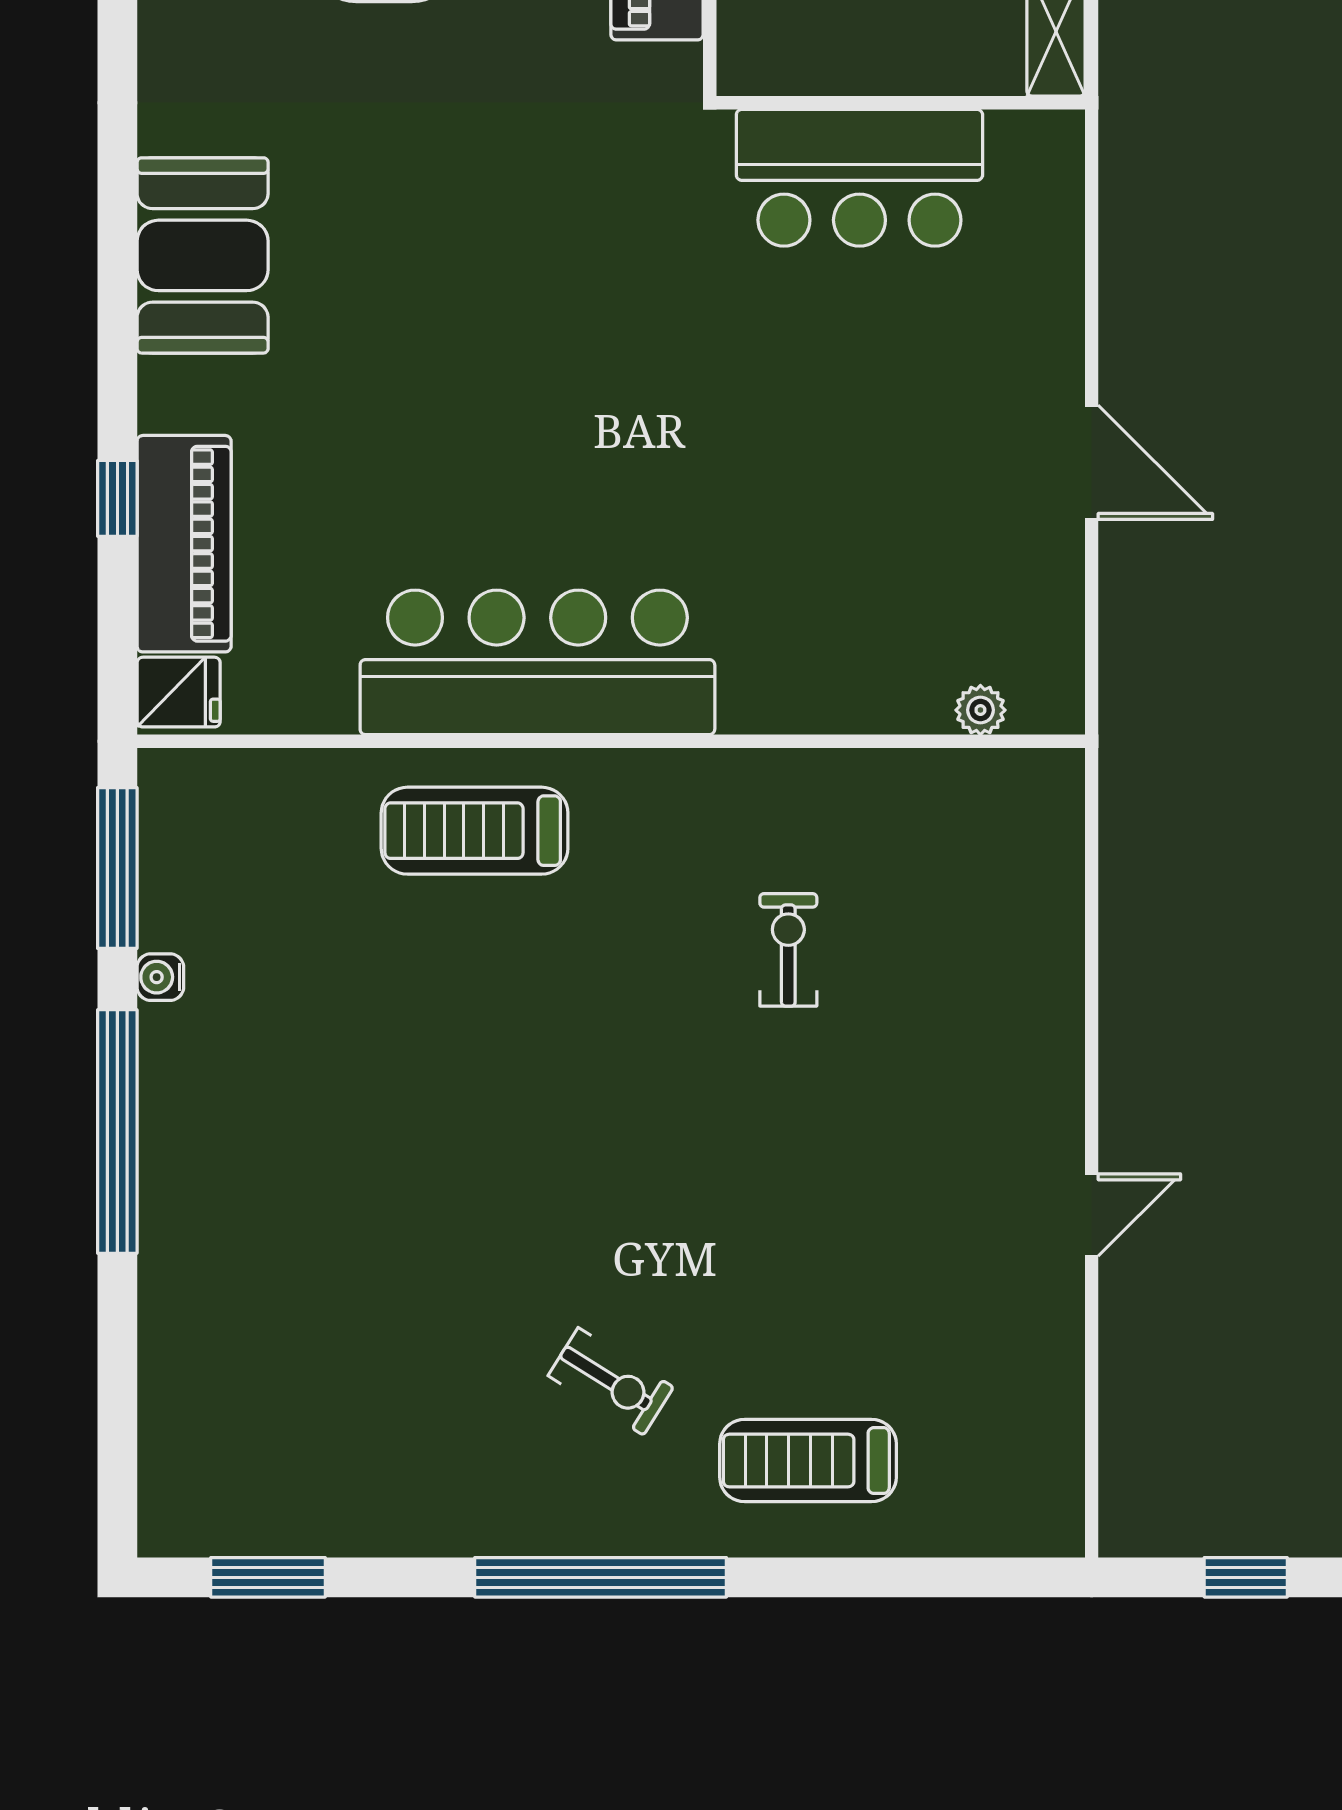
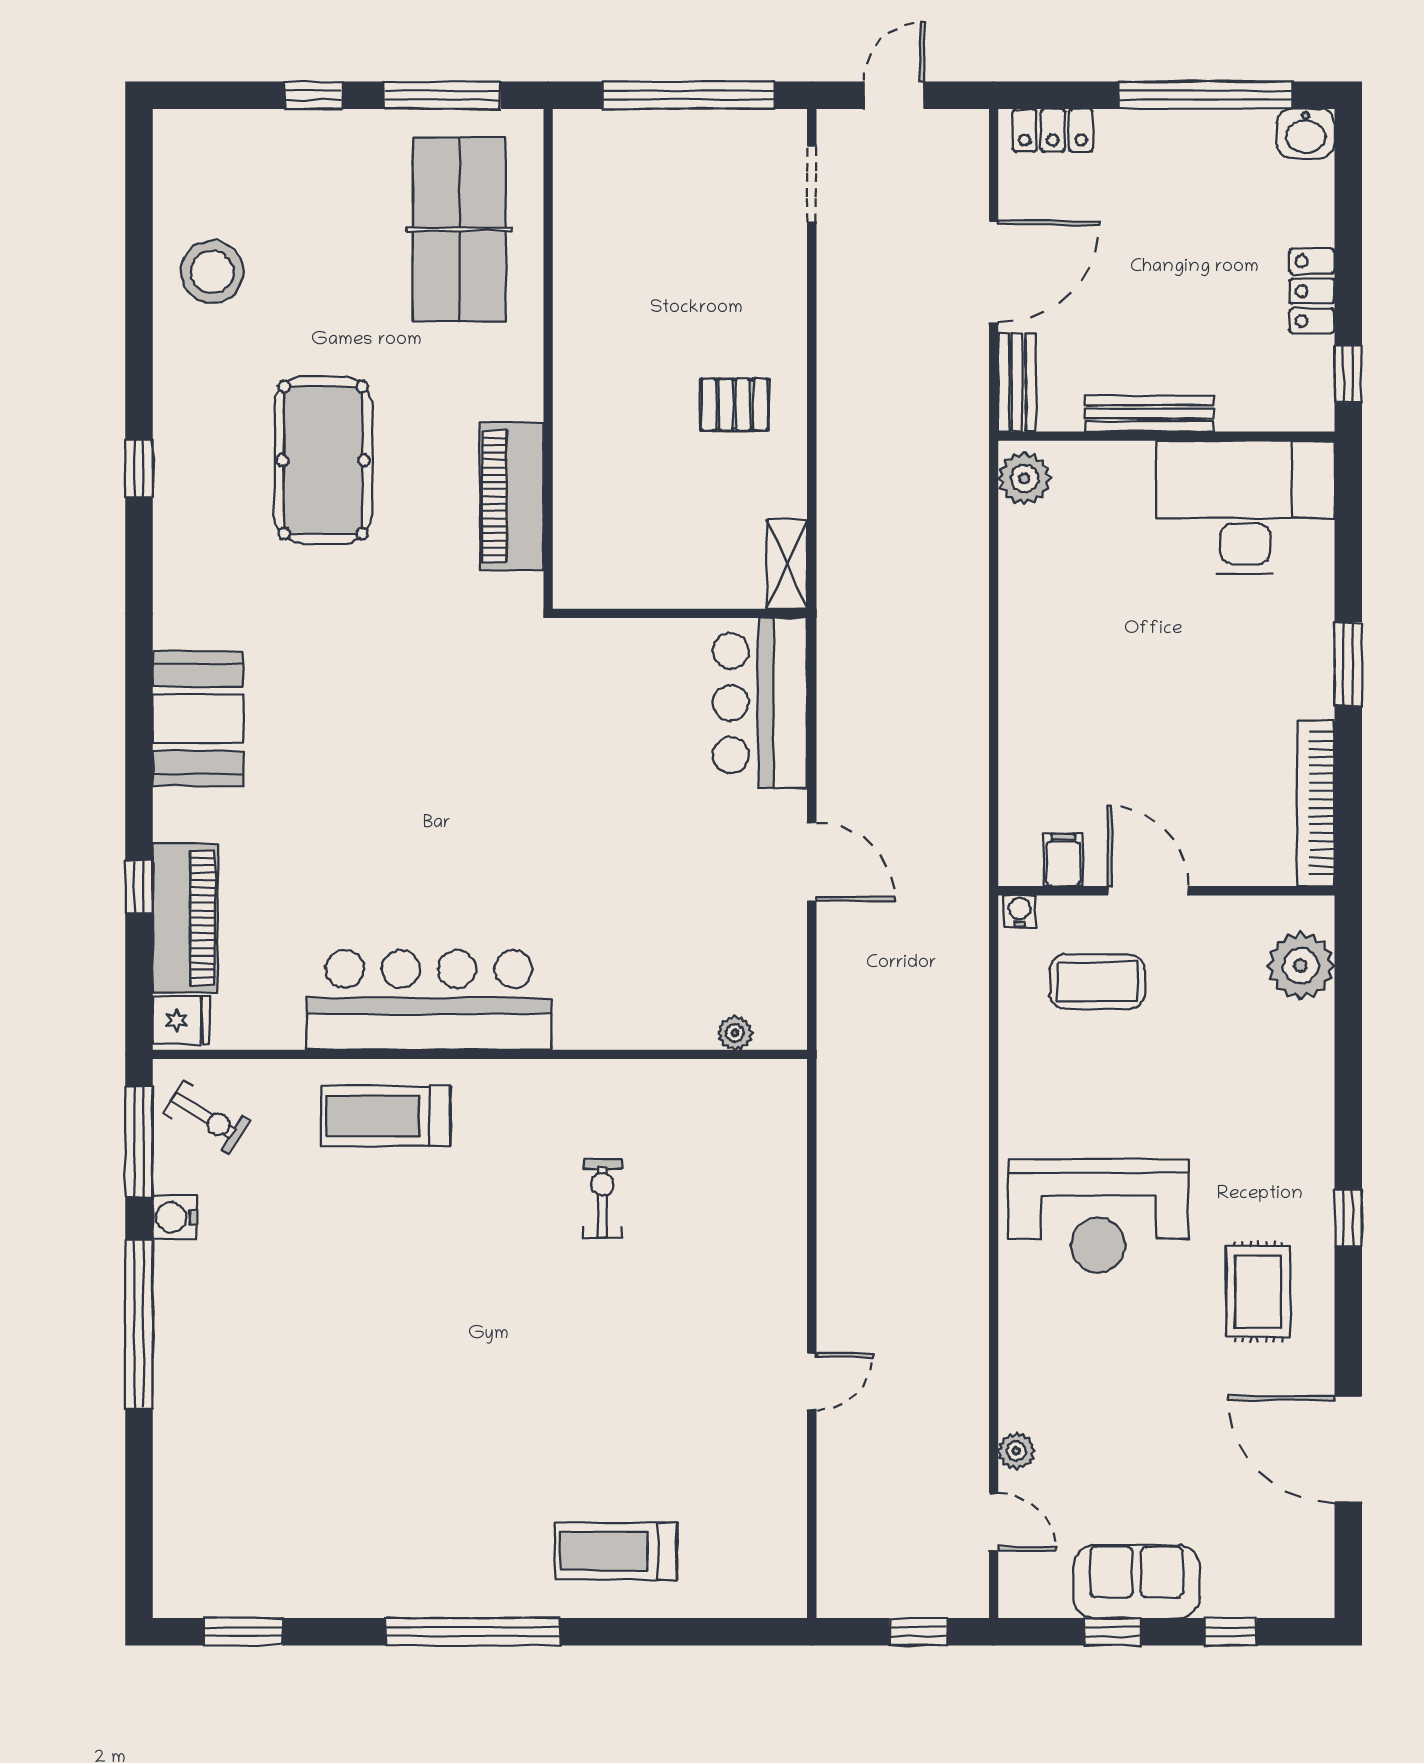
bar counter: (859, 178) -> (760, 703), moved, turned 90
water cooler: (160, 977) -> (175, 1217), width x1.38, depth x1.38
exercise bike: (611, 1381) -> (207, 1117), moved

